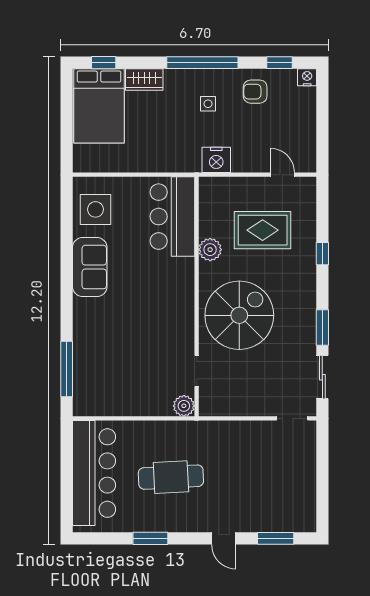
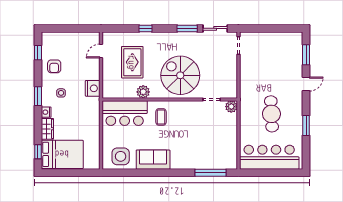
window: (202, 63) -> (38, 96), width x0.47
nightstand: (307, 77) -> (46, 112), moved
coffee table: (165, 281) -> (161, 117), added

